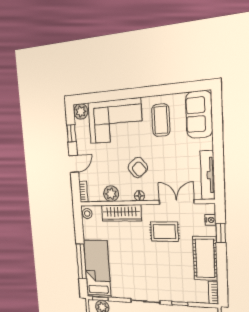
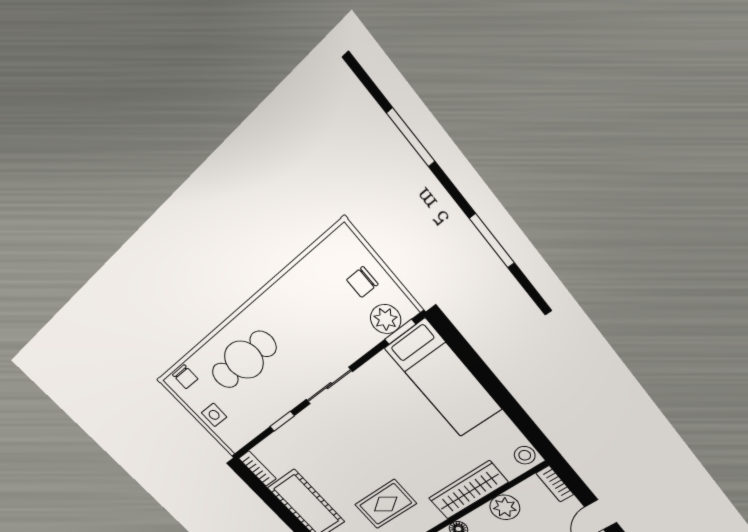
window: (81, 261) -> (480, 371), removed

